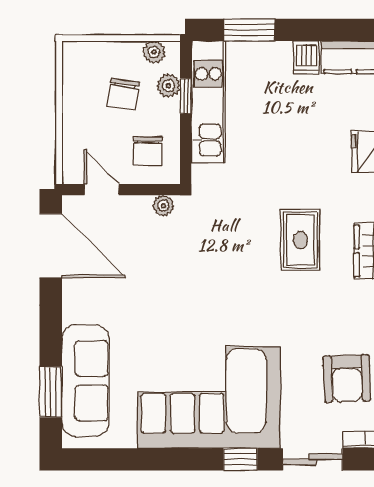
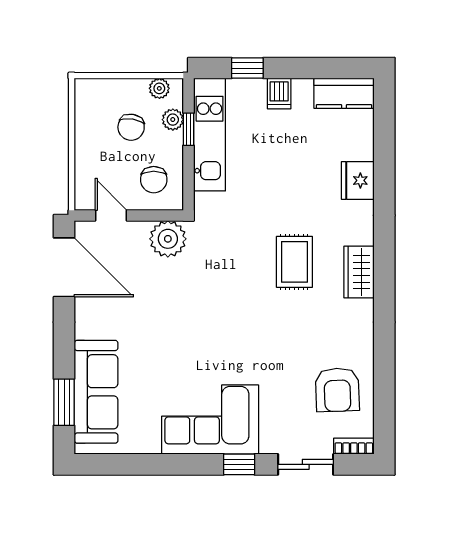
window: (249, 30) -> (247, 68), width x0.67
dishwasher: (306, 57) -> (279, 94), moved
plant: (163, 206) -> (168, 239), width x1.88, depth x1.88
corner sofa: (209, 397) -> (210, 420), width x0.73, depth x0.74

